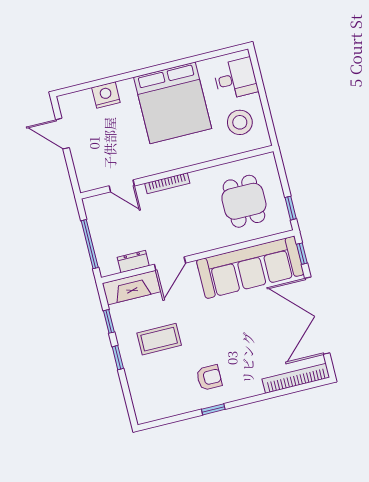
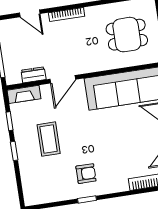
dining table: (244, 201) -> (127, 35), turned 90
fireplace: (131, 288) -> (24, 94), width x0.73, depth x0.76
coffee table: (159, 339) -> (49, 139), turned 90

